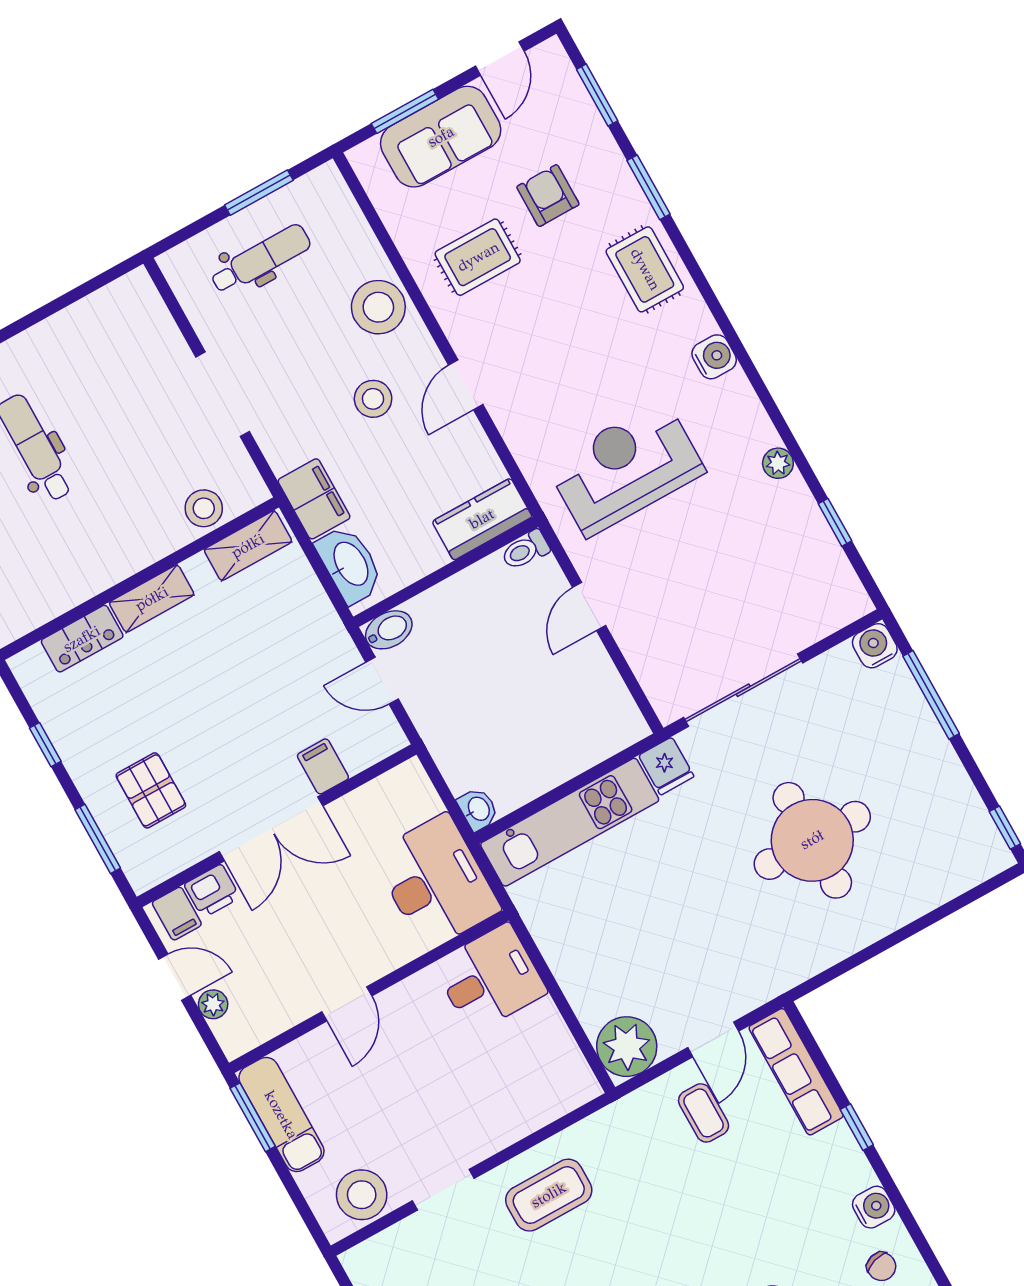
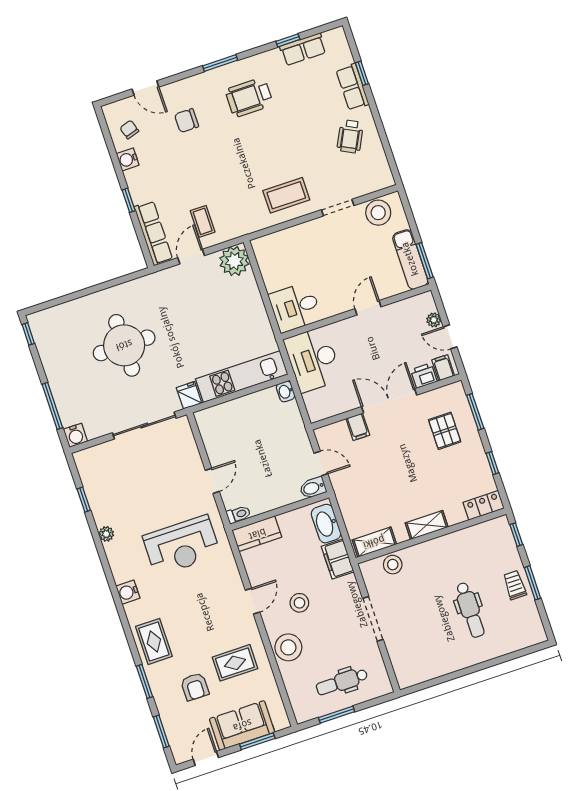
locker: (82, 639) -> (484, 505), moved

